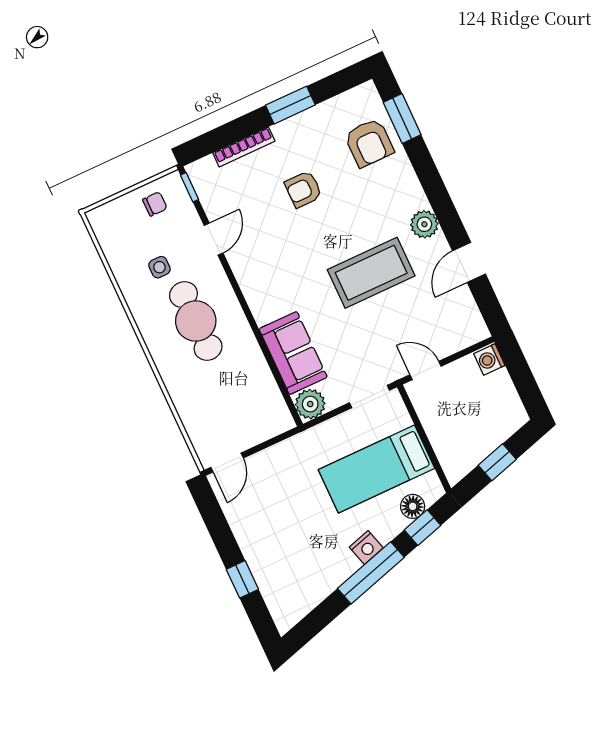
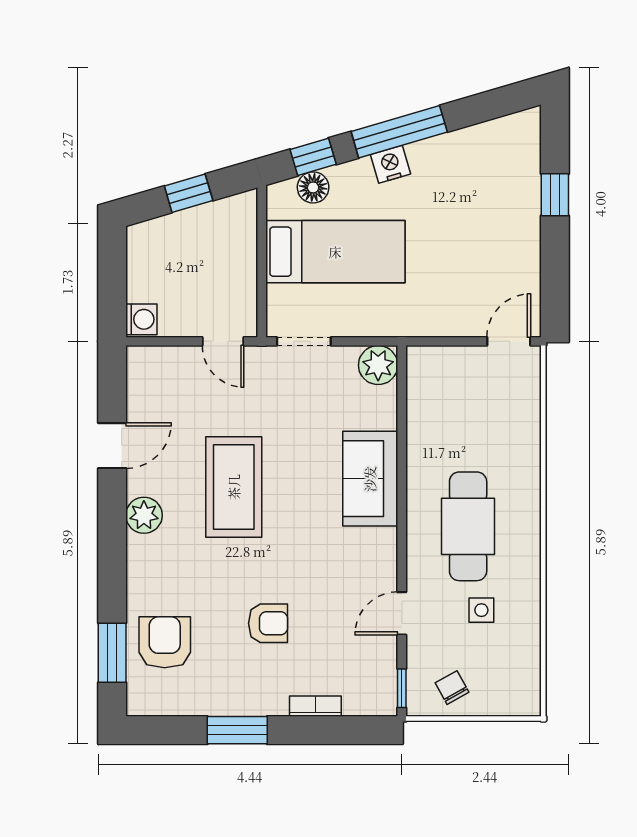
bookcase: (244, 147) -> (315, 706), width x0.64
chair: (155, 204) -> (452, 688), turned 61
coffee table: (371, 273) -> (234, 487), turned 90
sofa: (293, 353) -> (370, 479), moved

